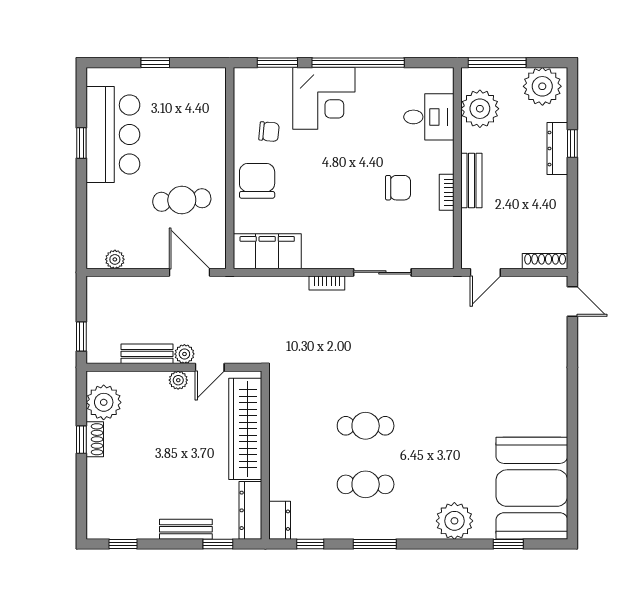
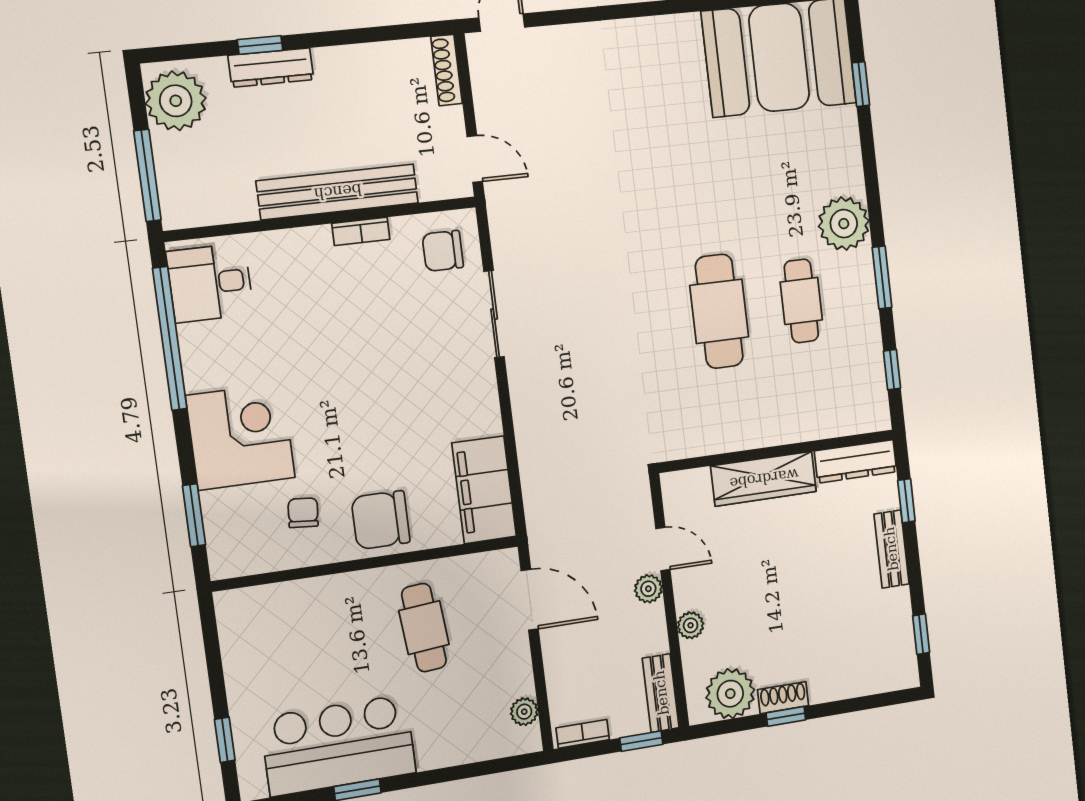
window: (155, 63) -> (225, 740), moved
window: (358, 63) -> (170, 338), moved
plant: (480, 109) -> (224, 194), removed
desk: (429, 117) -> (210, 283), moved, turned -90
bench: (471, 181) -> (338, 192), width x1.86, depth x1.21
chair: (398, 188) -> (443, 251), moved, turned -90
door: (189, 272) -> (530, 600), swing flipped
bookcase: (327, 283) -> (583, 734), moved, turned -90
bench: (147, 354) -> (661, 693), moved
plant: (178, 380) -> (691, 625), moved
cafe table: (366, 426) -> (719, 311), width x1.37, depth x1.35
wardrobe: (245, 429) -> (764, 479), width x0.71, depth x0.85
dresser: (280, 520) -> (865, 418), removed
plant: (454, 521) -> (844, 224), moved

